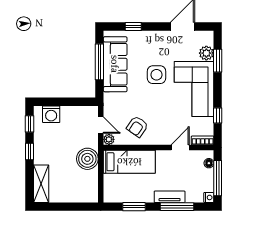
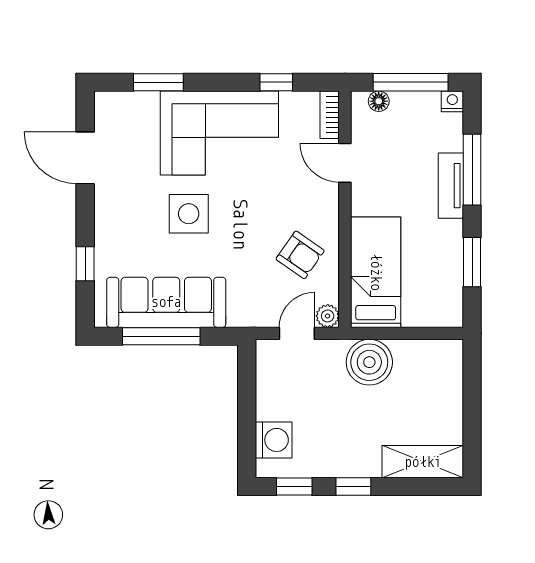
plant: (206, 53) -> (142, 107), removed

